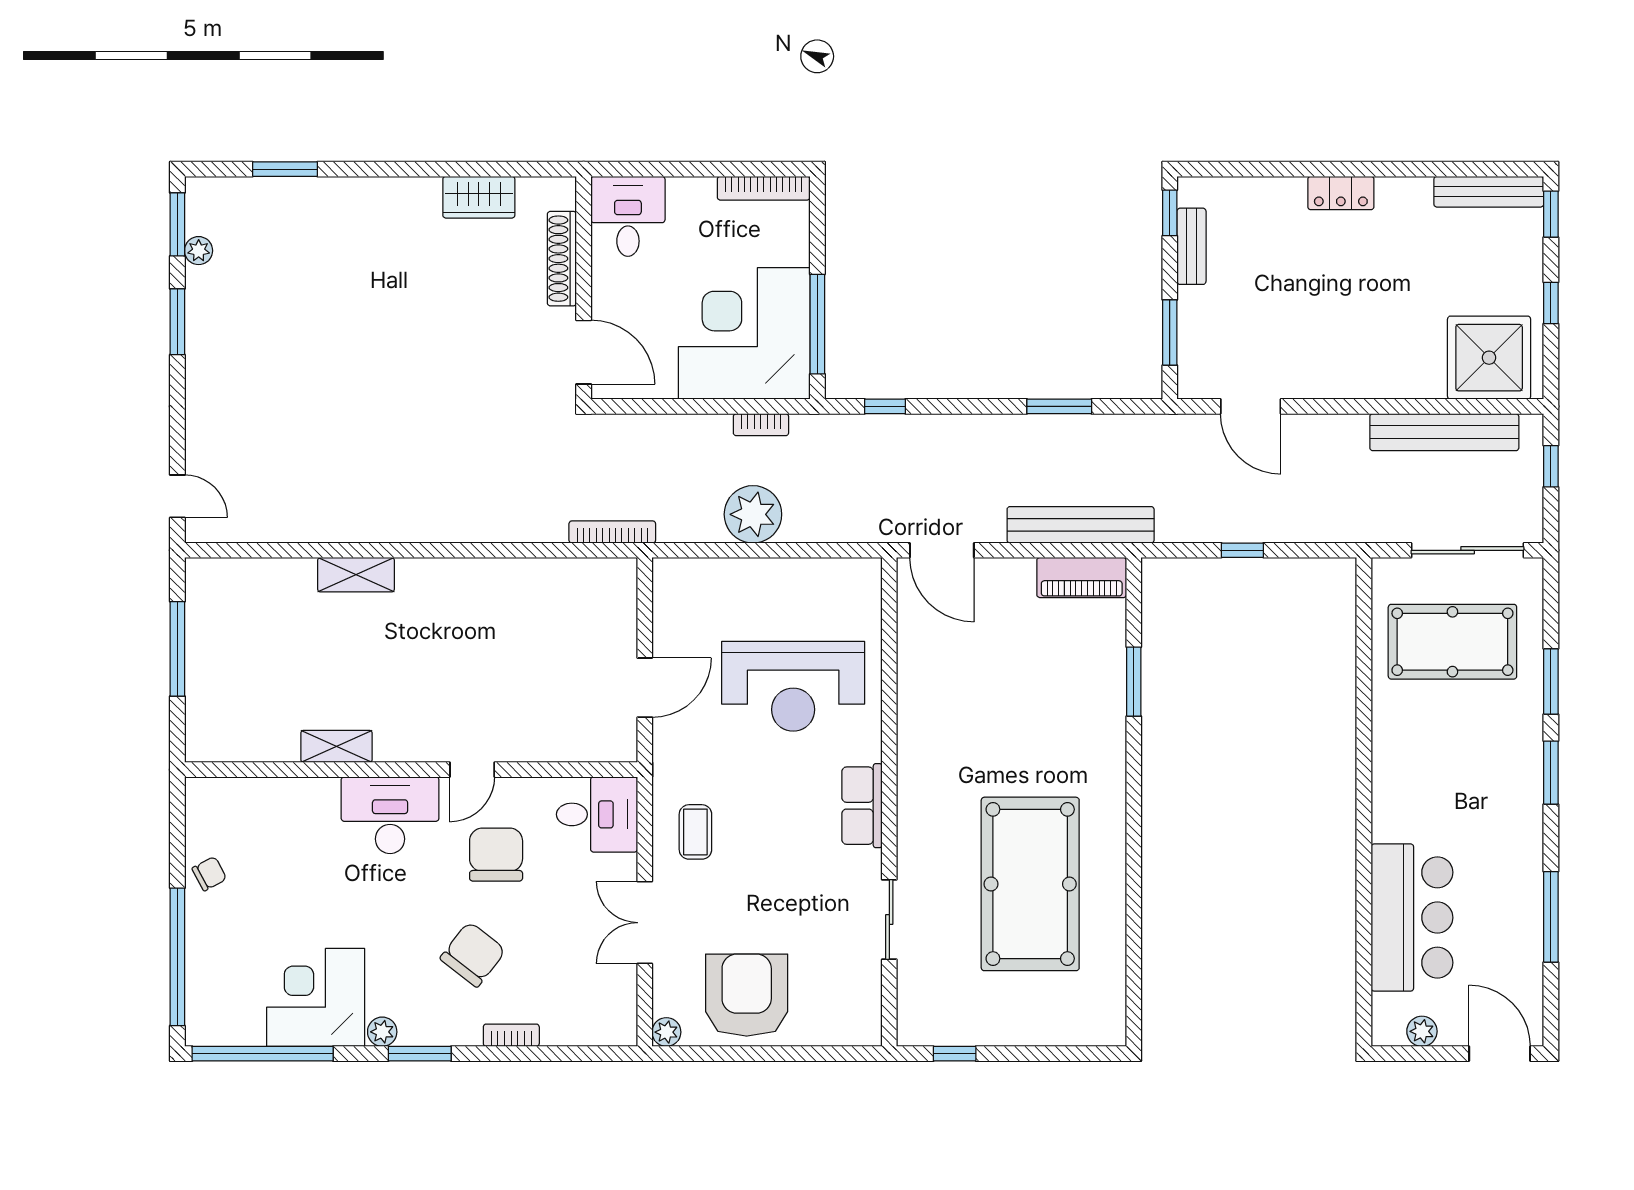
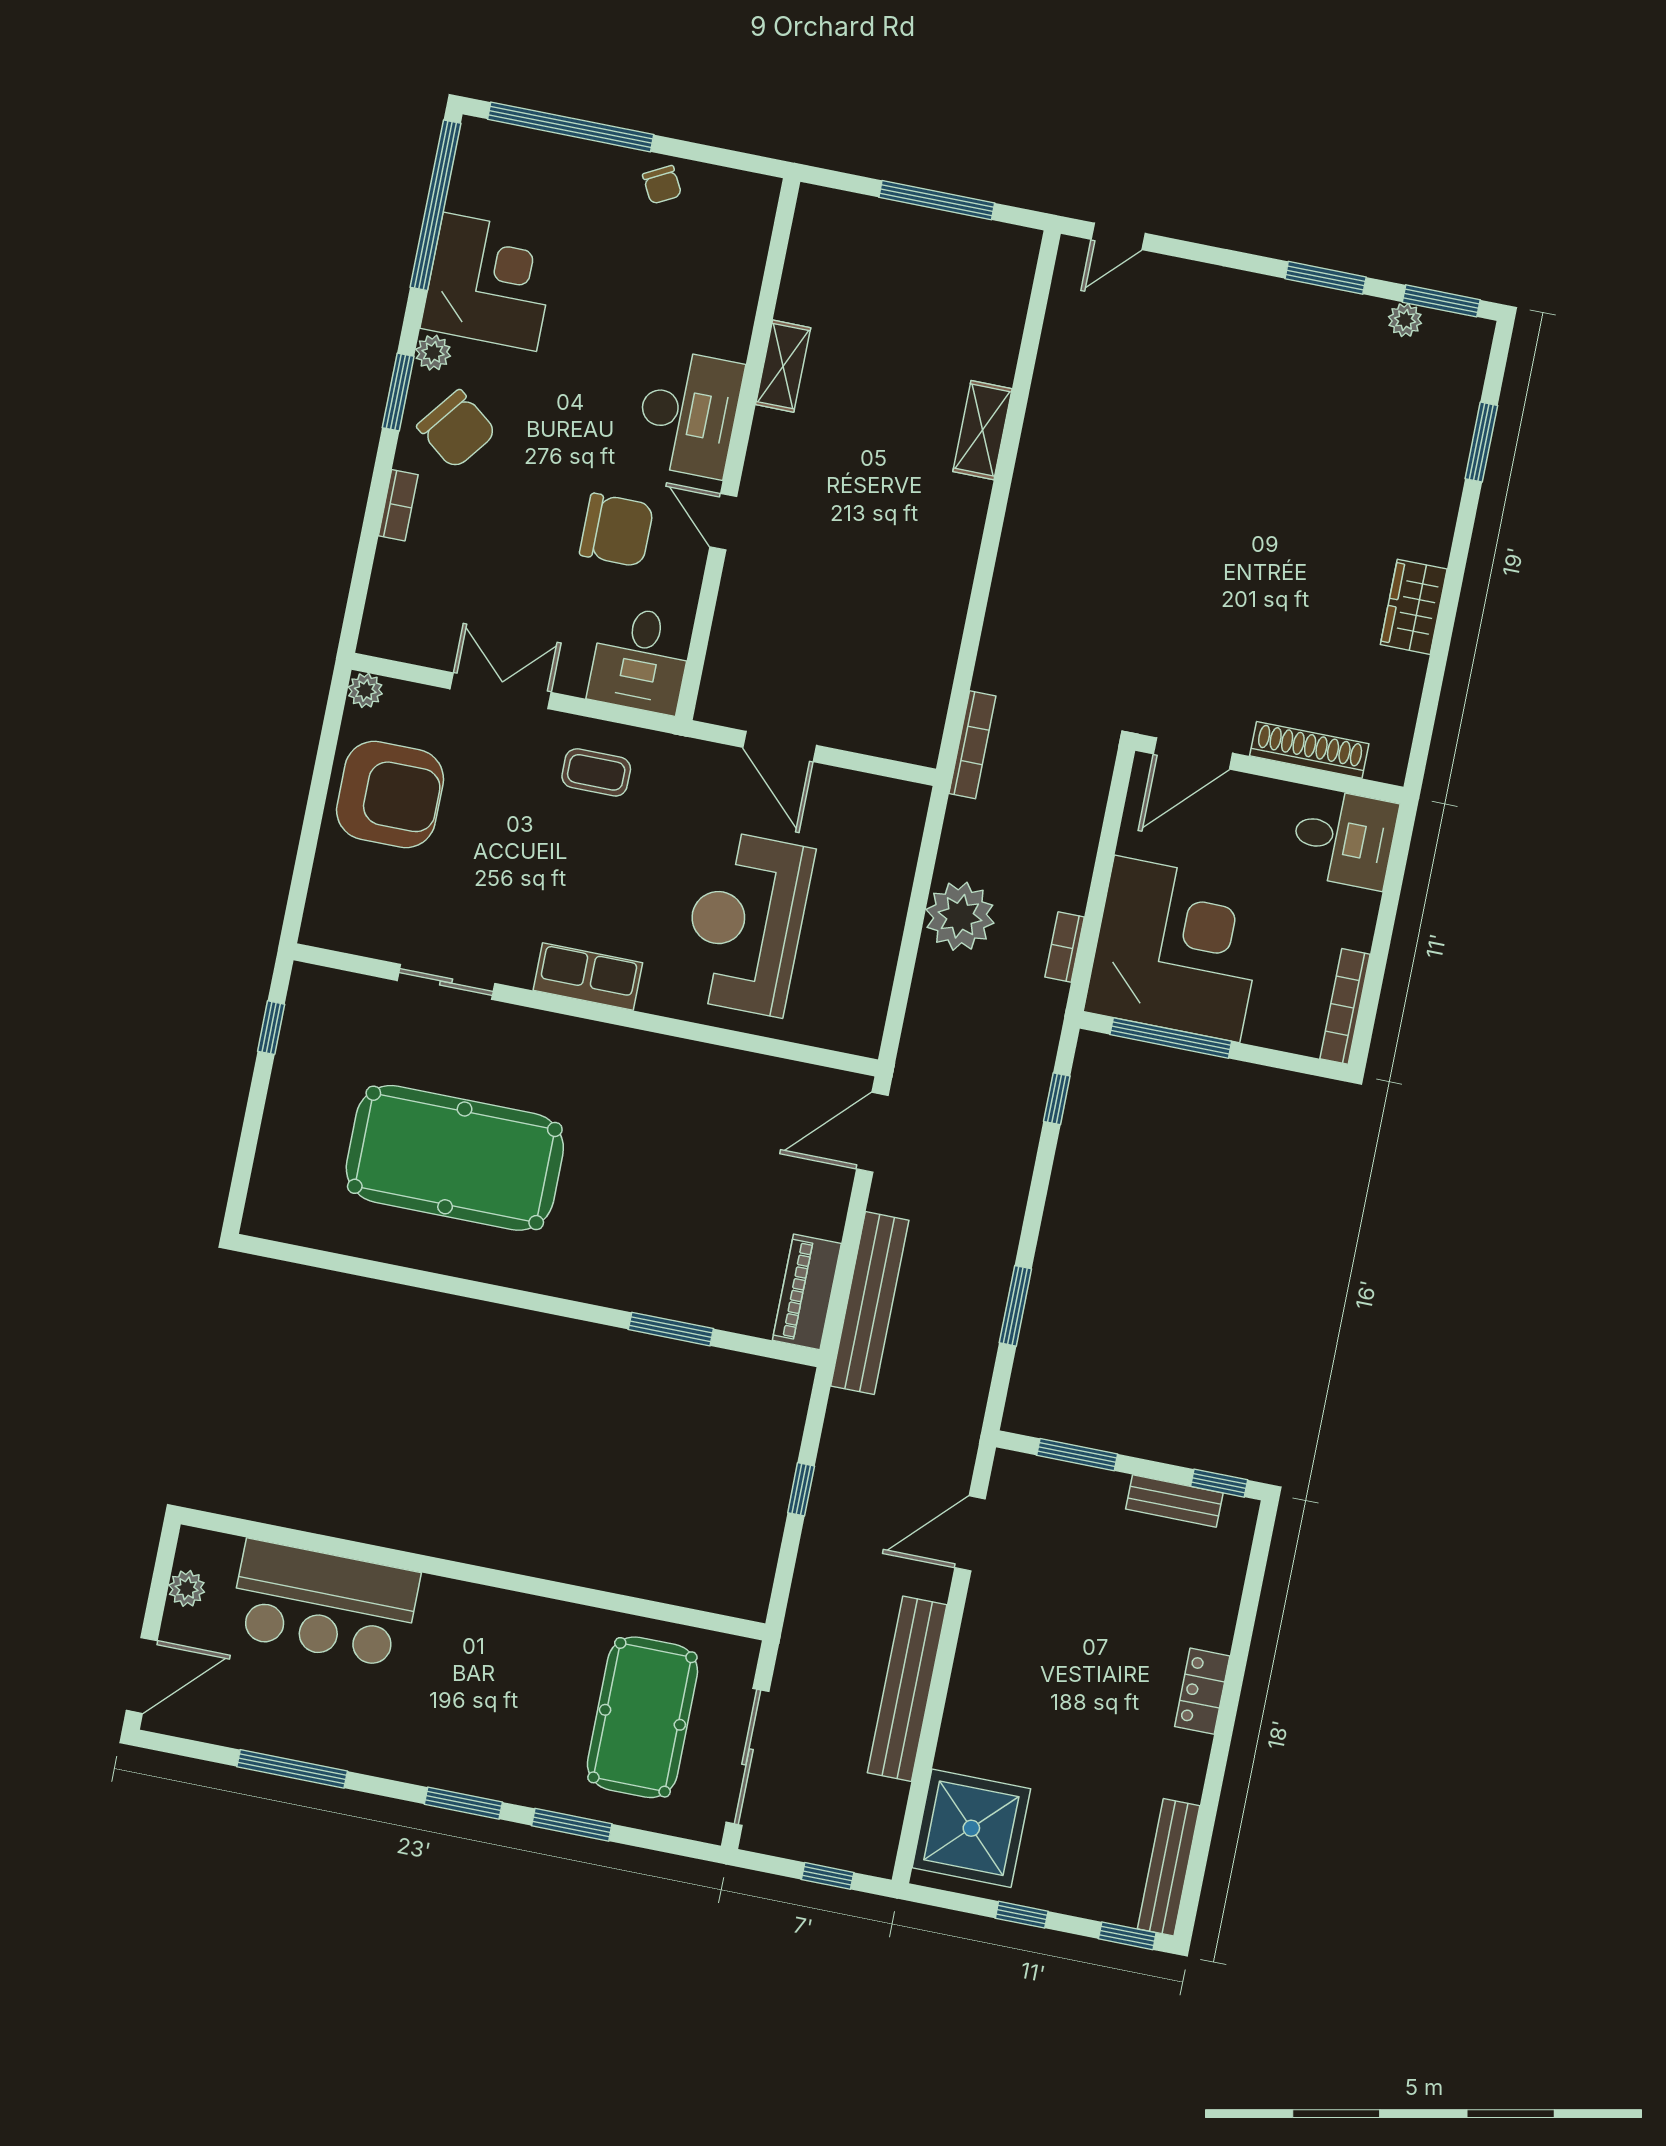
wardrobe: (479, 197) -> (1414, 607), moved
bench: (1444, 432) -> (907, 1689), moved
chair: (473, 954) -> (457, 429), moved

